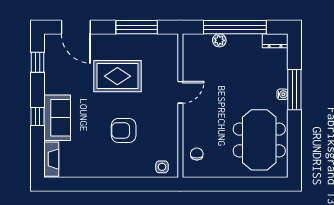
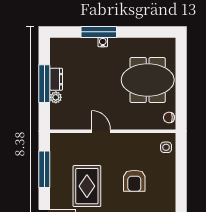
window: (235, 27) -> (44, 84), width x0.68
dresser: (275, 41) -> (56, 79), moved
meeting table: (259, 140) -> (148, 80), moved
chair: (197, 154) -> (169, 117), moved

